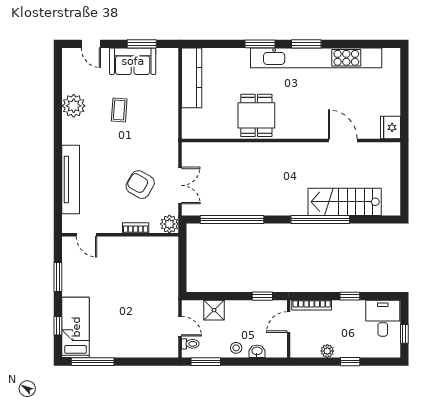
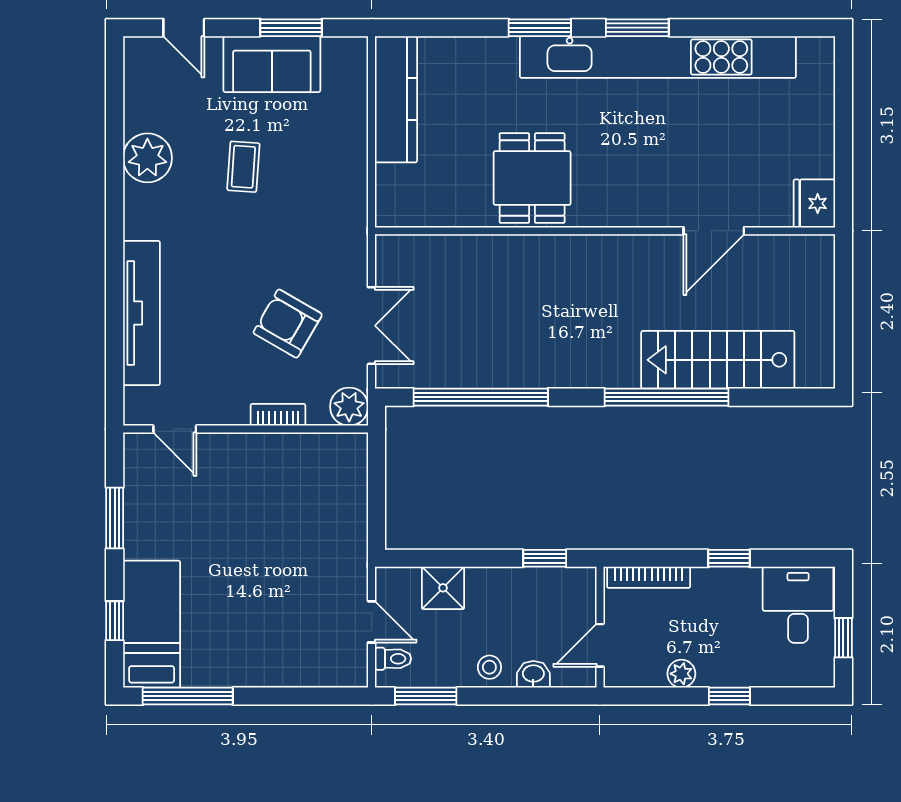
door: (343, 140) -> (714, 231), swing flipped
door: (289, 322) -> (600, 645), moved

